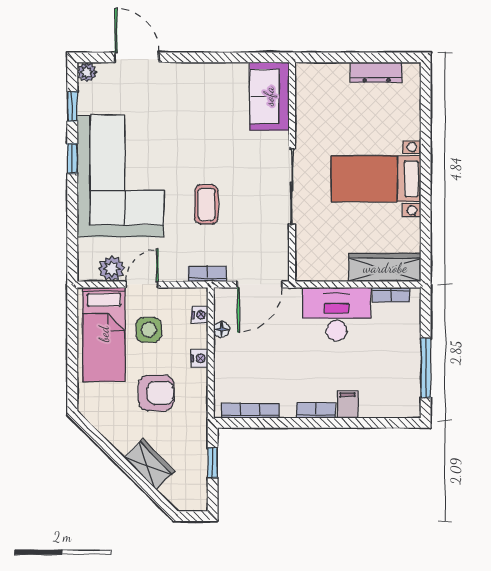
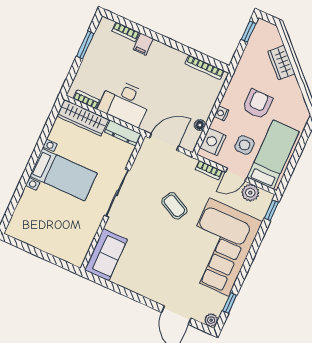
dresser: (376, 72) -> (123, 133), moved, turned 180
window: (72, 158) -> (271, 210), moved
coffee table: (207, 204) -> (174, 206), turned -63
bookcase: (207, 274) -> (209, 170), moved
nightstand: (200, 315) -> (213, 142), width x1.89, depth x1.79
window: (426, 368) -> (85, 45), width x0.69
armchair: (156, 393) -> (257, 104), turned 90
bookcase: (316, 410) -> (126, 32), moved
window: (213, 463) -> (249, 31), moved

